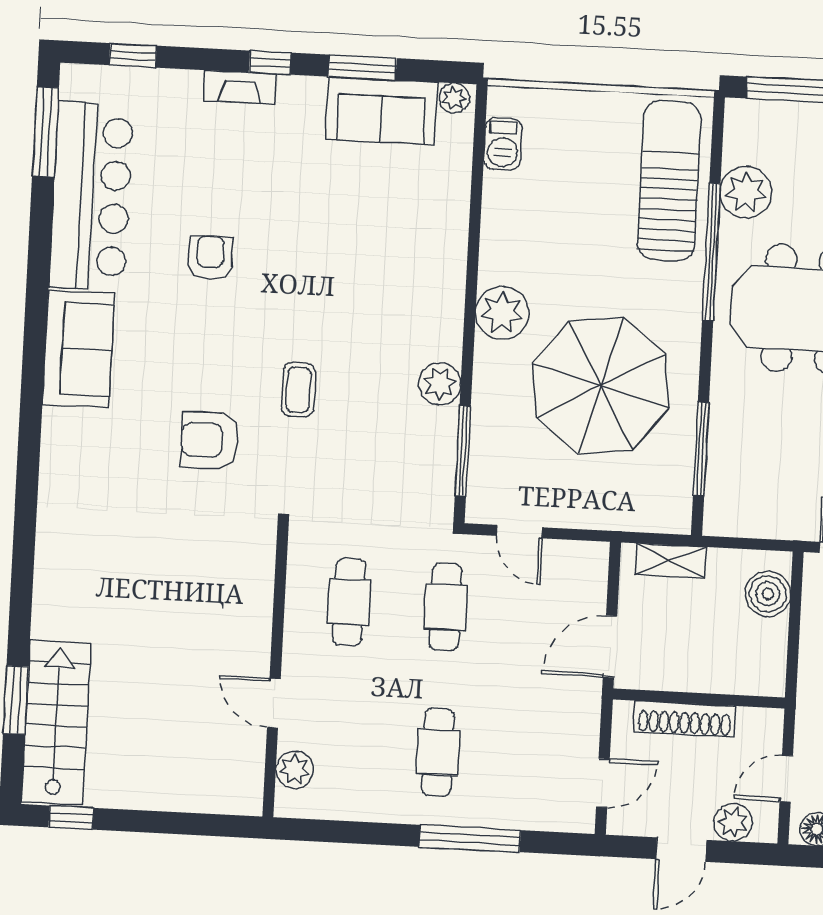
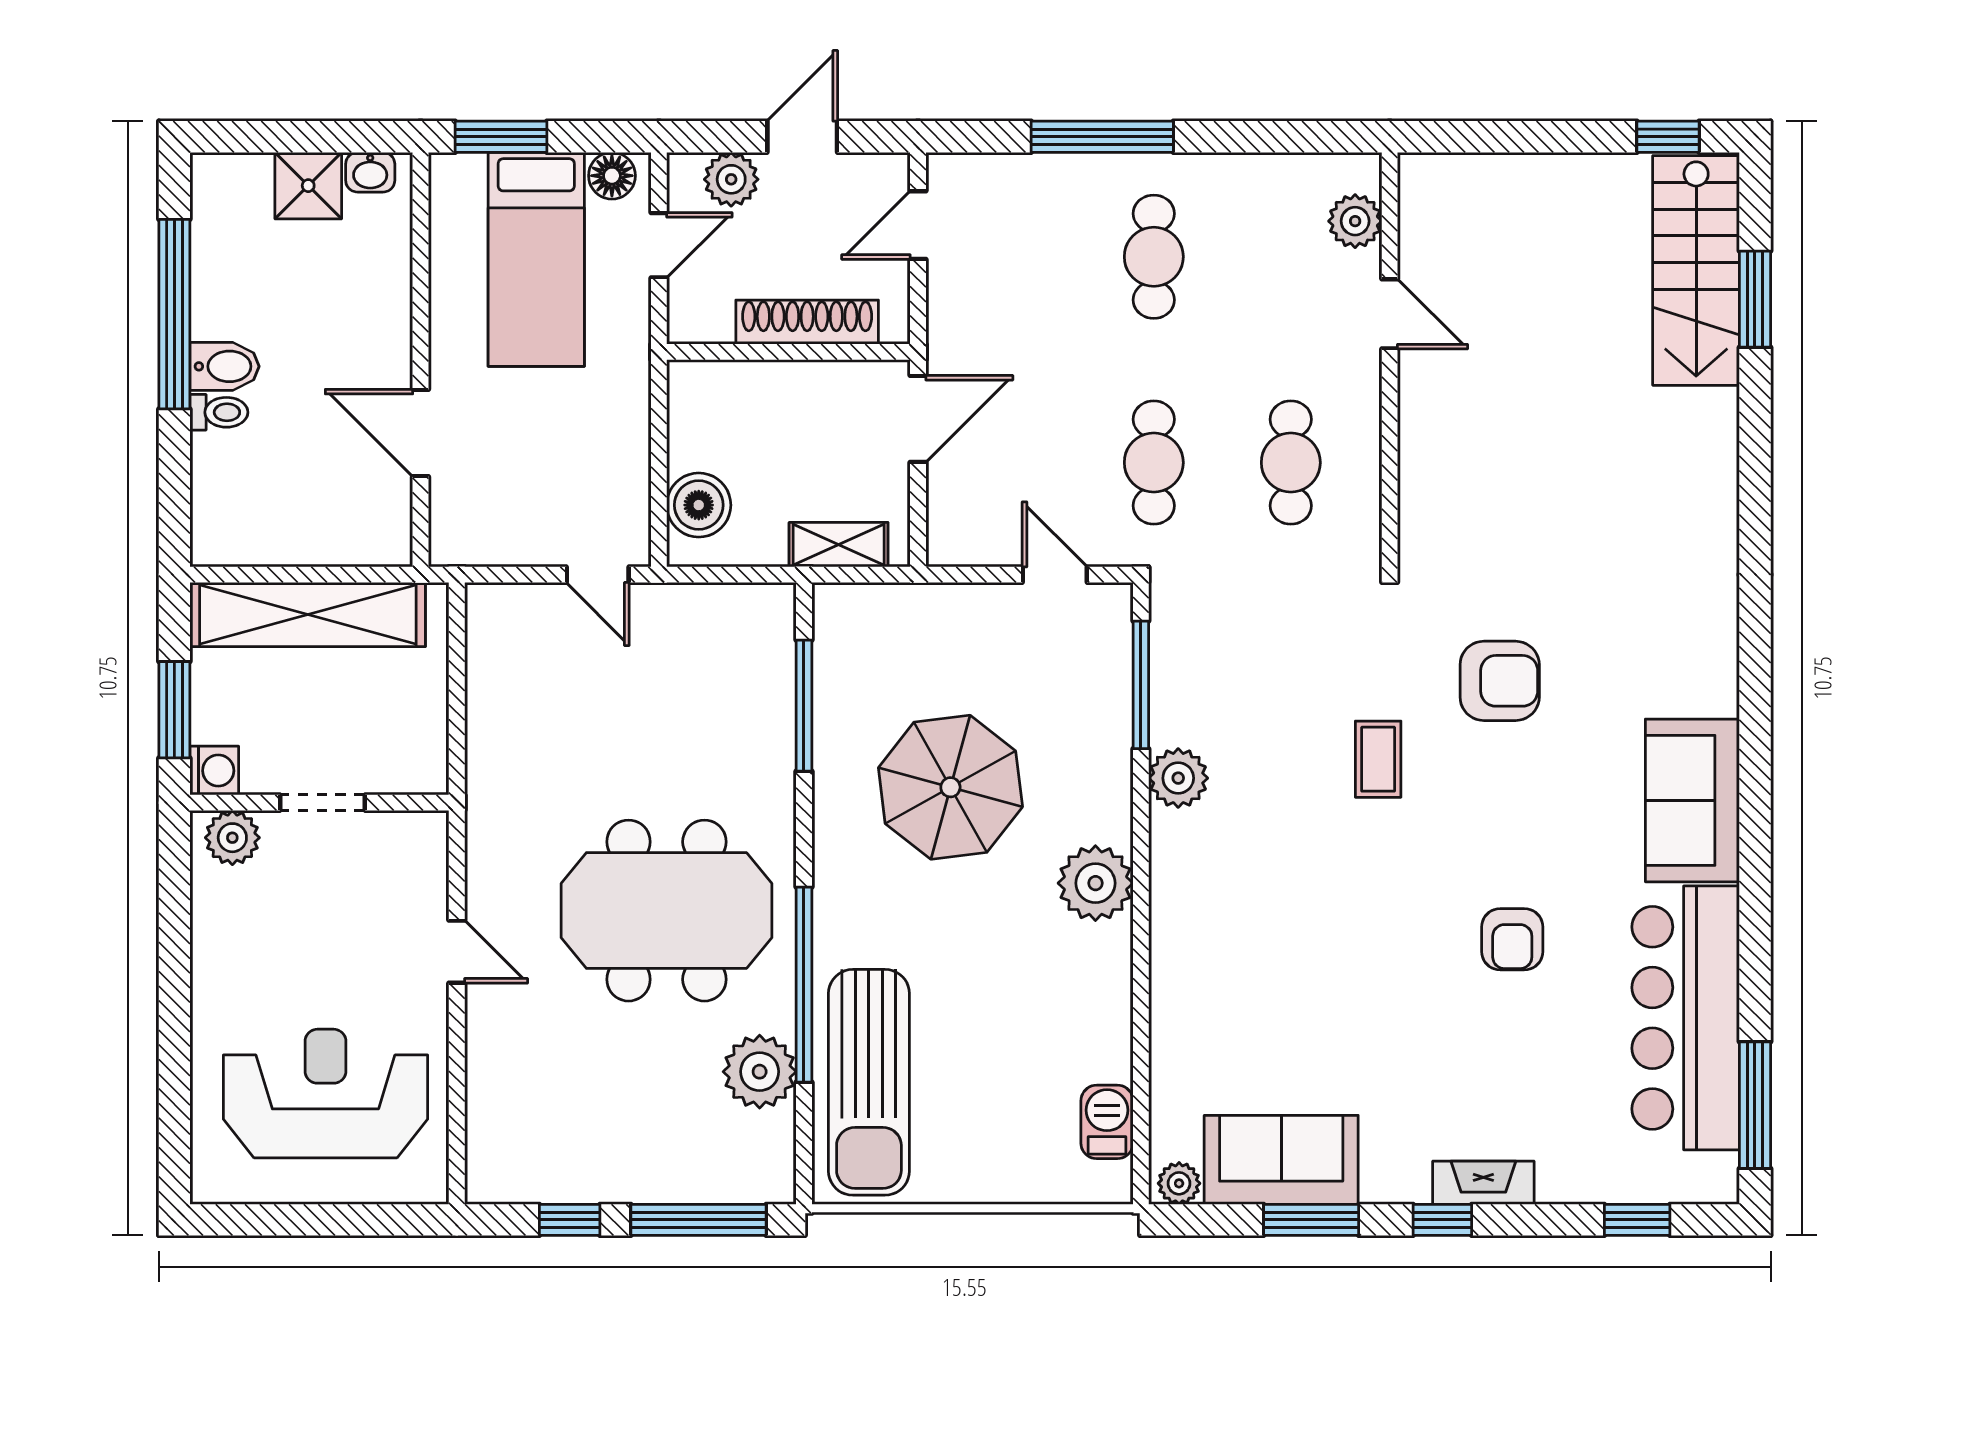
parasol: (601, 386) -> (950, 787), width x0.73, depth x0.73

